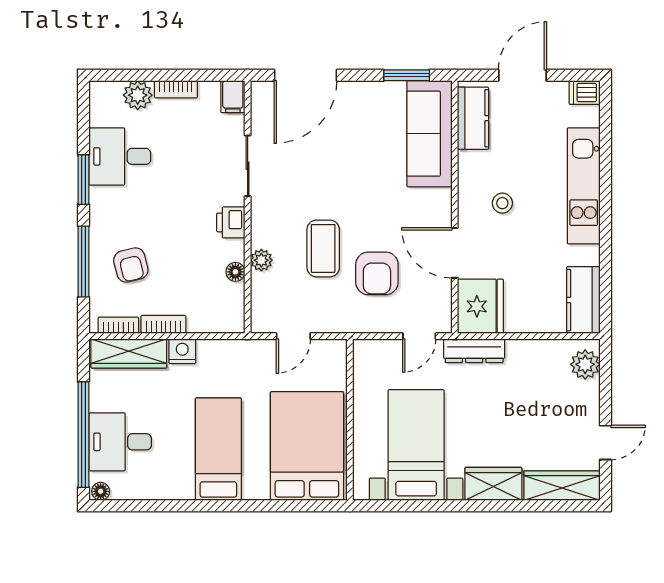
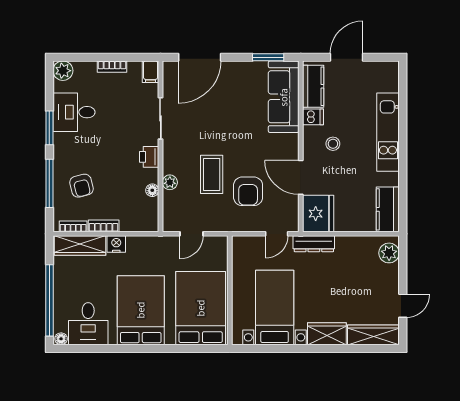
dishwasher: (585, 93) -> (313, 117), moved, turned 180
plant: (138, 95) -> (63, 71), moved
desk: (120, 442) -> (88, 324), moved, turned -90
bed: (218, 449) -> (141, 310), width x1.50

